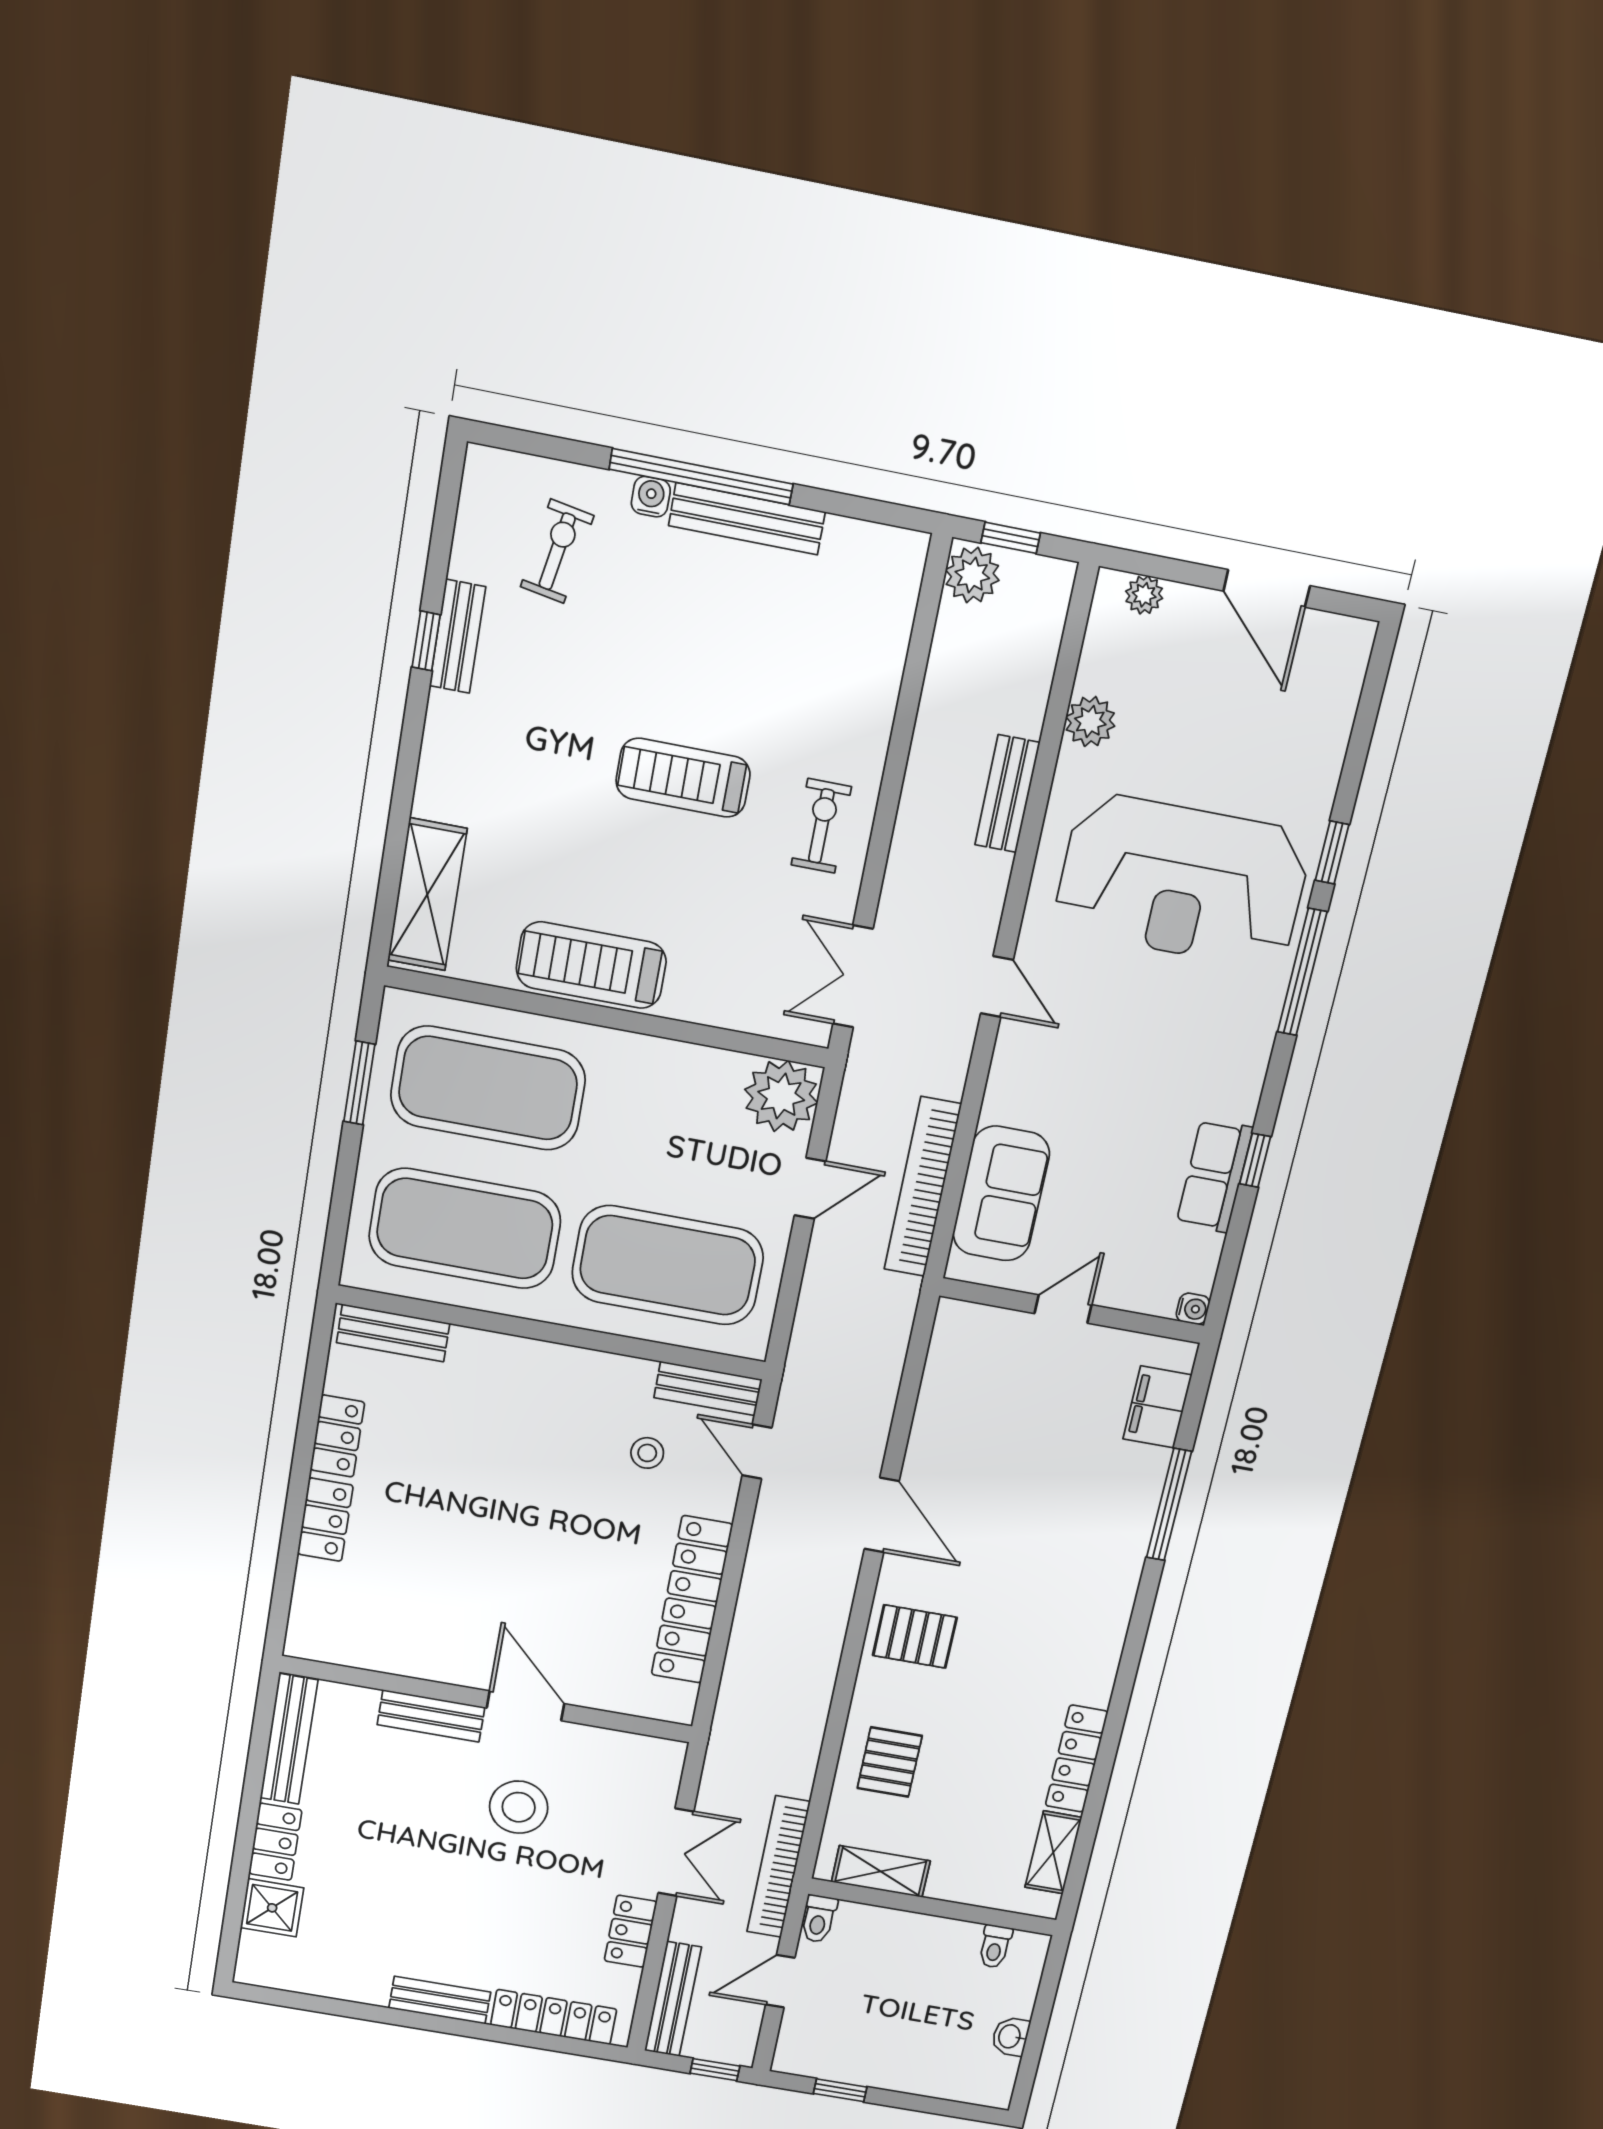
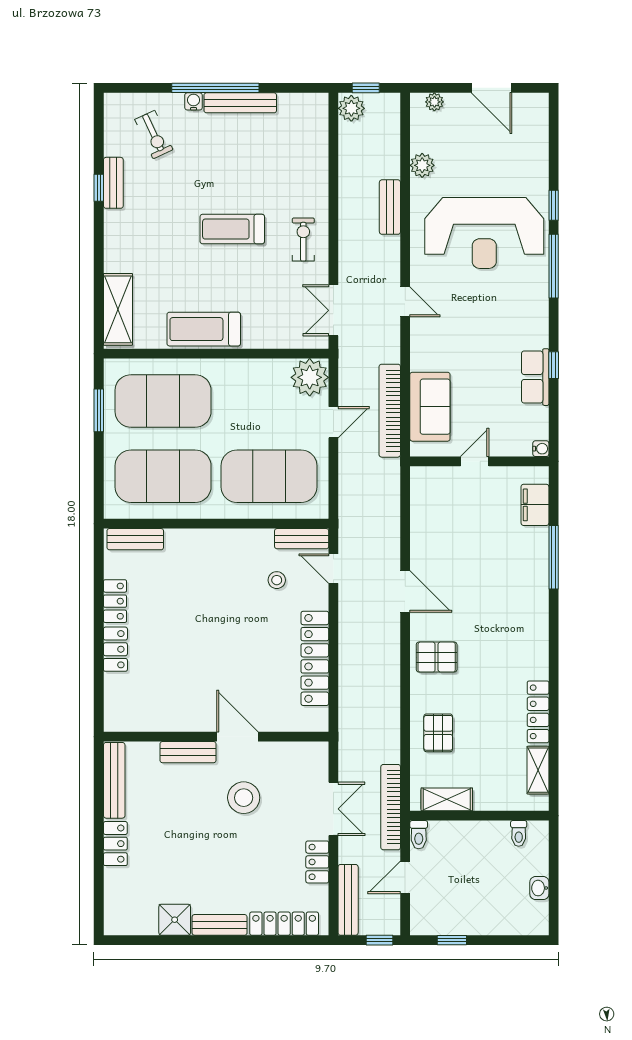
exercise bike: (557, 551) -> (154, 135), turned 145
shower: (272, 1908) -> (175, 920), moved

